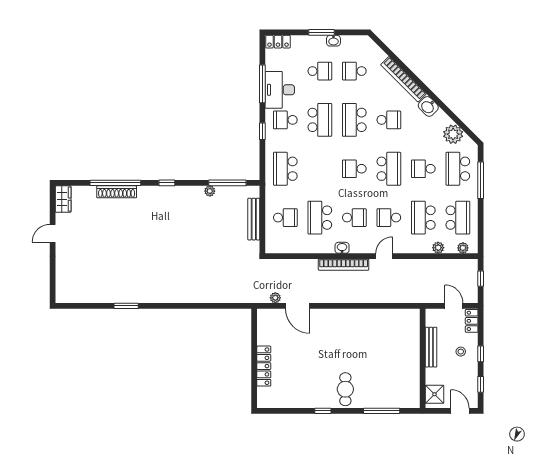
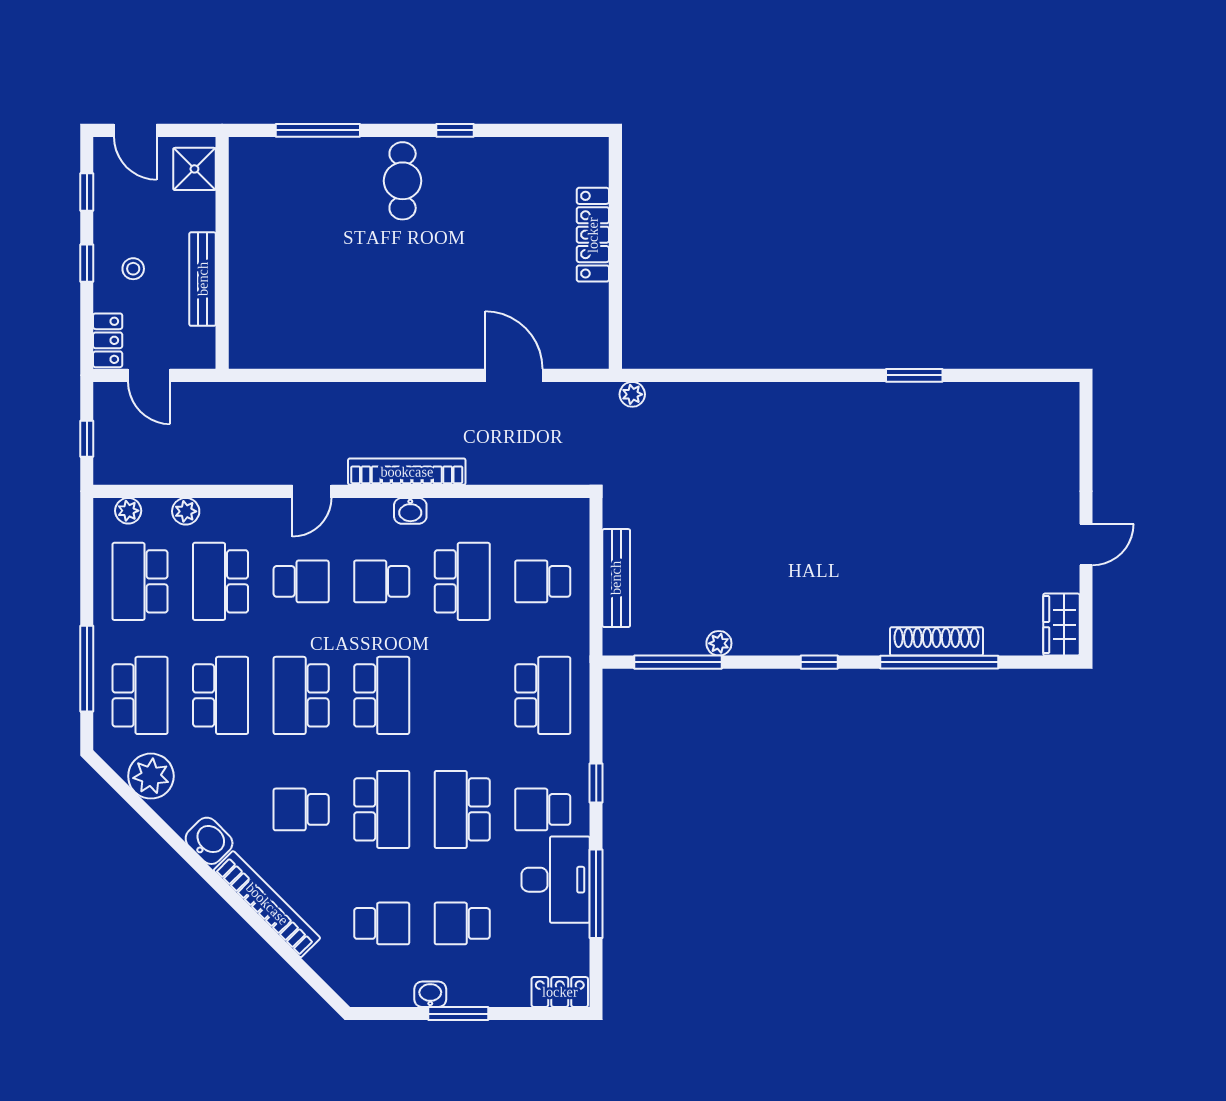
school desk: (285, 120) -> (543, 809), turned 180
school desk: (354, 169) -> (382, 695), width x1.85
school desk: (423, 169) -> (221, 695), width x1.85
school desk: (423, 218) -> (221, 581), turned 180
plant: (275, 298) -> (632, 394), moved

